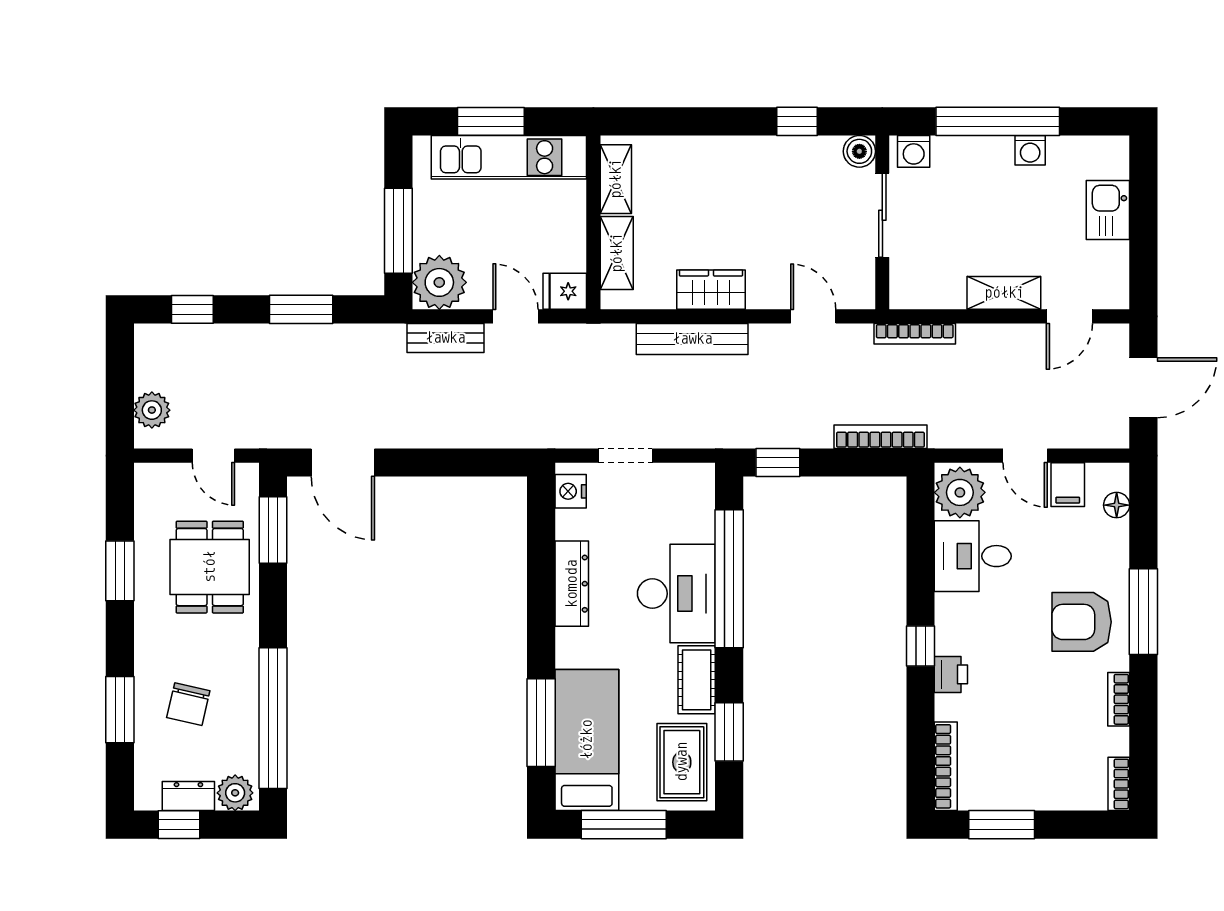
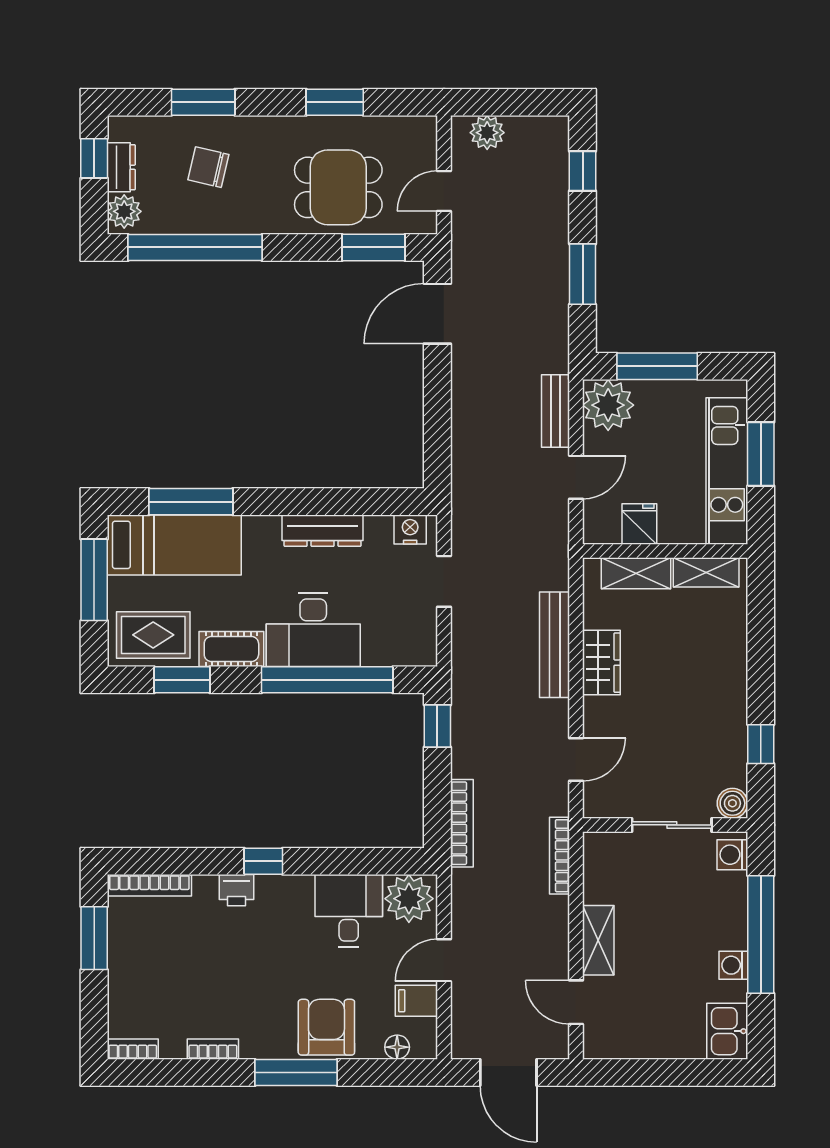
kitchen sink: (1108, 210) -> (727, 1031), moved, turned -90
fridge: (565, 291) -> (639, 524), moved
armchair: (1082, 622) -> (326, 1027), moved

